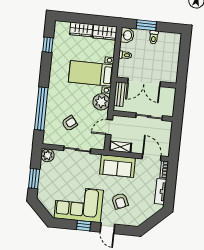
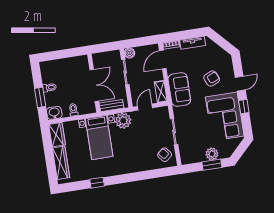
wardrobe: (81, 29) -> (61, 163), width x1.50
window: (48, 45) -> (97, 183), moved
window: (41, 109) -> (144, 175), removed
armchair: (70, 123) -> (165, 155), moved
boiler: (167, 126) -> (130, 53), added
door: (109, 127) -> (145, 107), swing flipped
plant: (47, 155) -> (212, 154), moved

